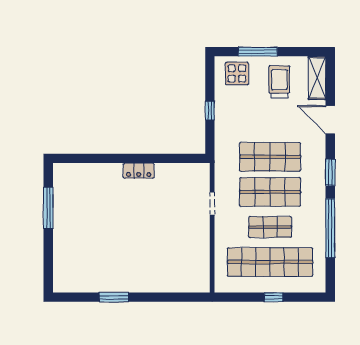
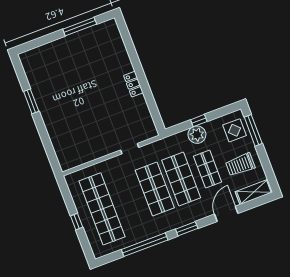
window: (258, 52) -> (253, 130), moved
trolley: (279, 82) -> (240, 165), turned 180
plant: (225, 119) -> (197, 135), added
shop shelf: (270, 227) -> (208, 169), moved

